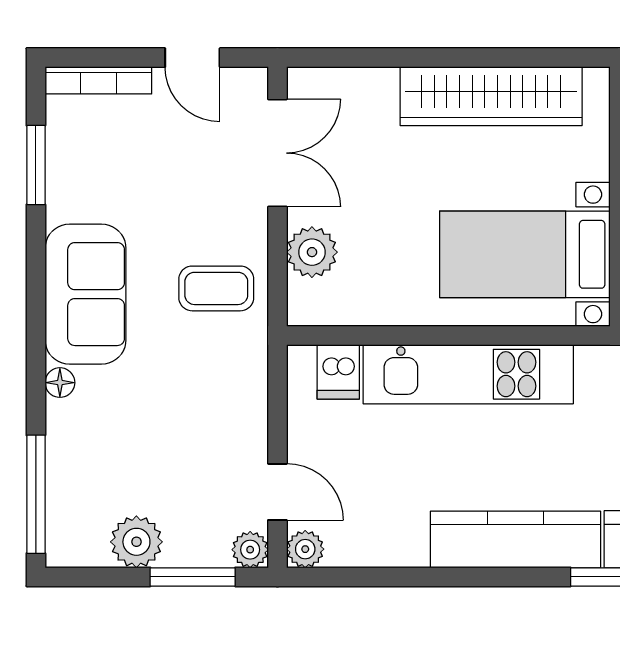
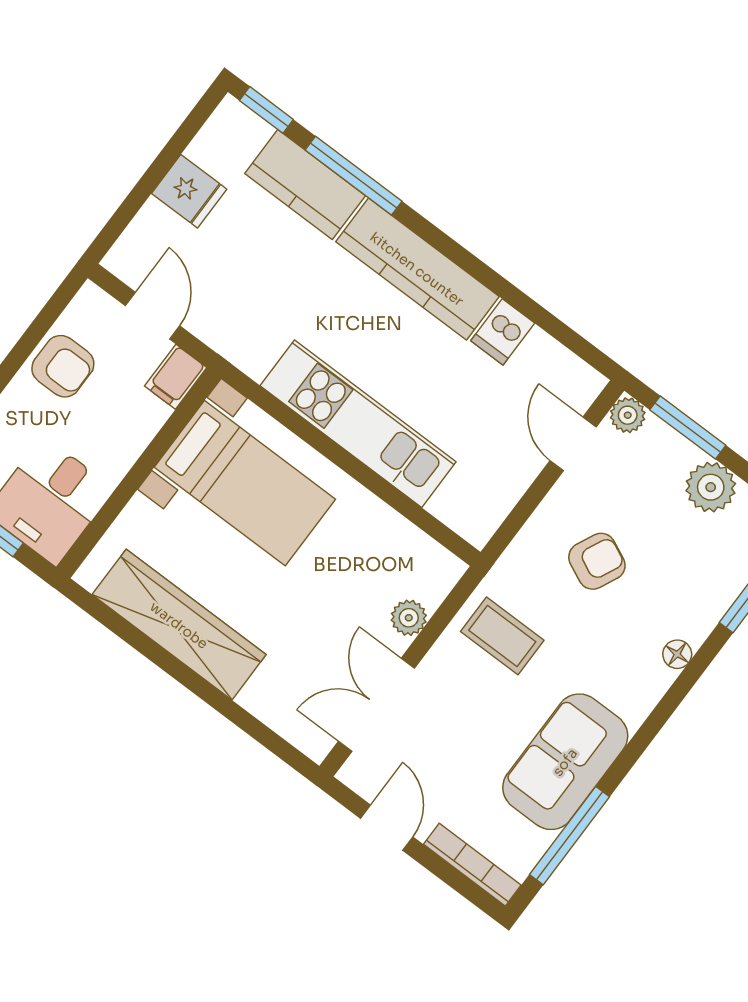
window: (36, 165) -> (569, 836), width x1.44
plant: (312, 252) -> (409, 618), width x0.73, depth x0.73
sofa: (86, 294) -> (565, 762), moved
dishwasher: (338, 372) -> (503, 332), moved, turned 180
armchair: (184, 409) -> (597, 561), added
plant: (305, 549) -> (585, 384), removed

